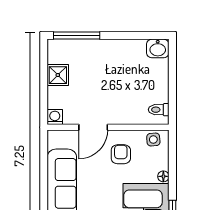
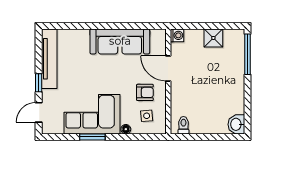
side table: (153, 140) -> (147, 116), moved

